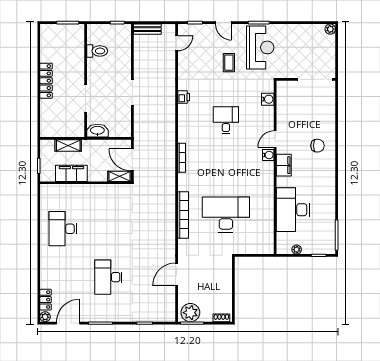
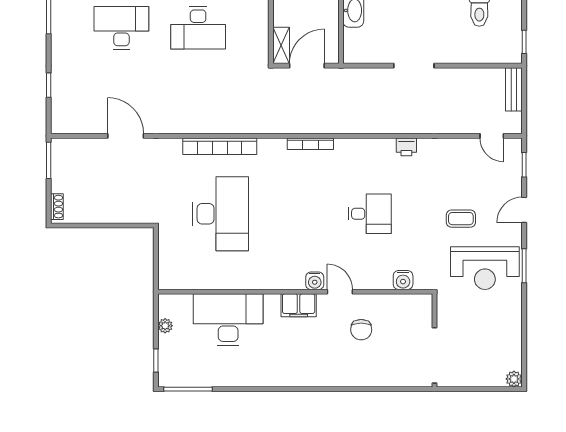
chair: (317, 146) -> (361, 330), moved
desk: (108, 229) -> (198, 28), added
plant: (190, 313) -> (65, 158), removed

